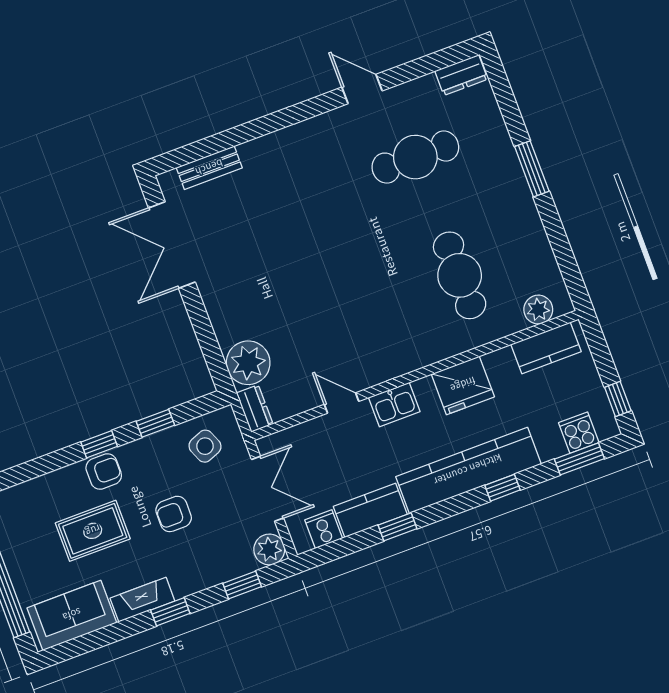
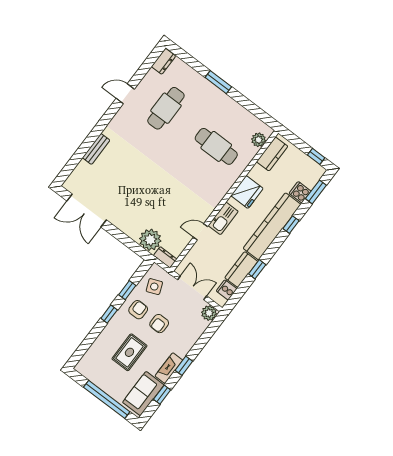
bench: (209, 168) -> (96, 149), moved
kitchen sink: (394, 405) -> (223, 218), width x1.38
cooker: (579, 433) -> (300, 192), moved
armchair: (104, 472) -> (138, 310), moved
window: (242, 585) -> (162, 395), moved

